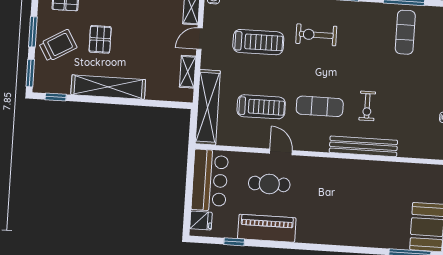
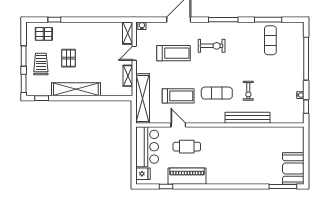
exercise bike: (316, 35) -> (212, 46), turned 180
trolley: (58, 45) -> (41, 64), turned -60
door: (281, 152) -> (178, 125), moved

